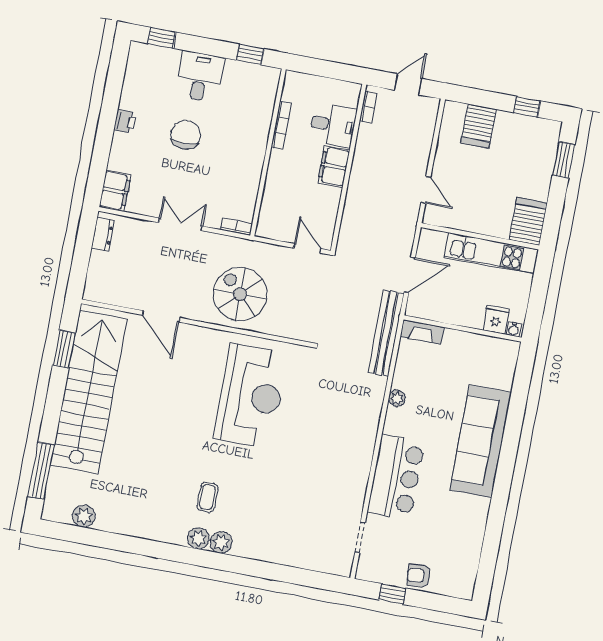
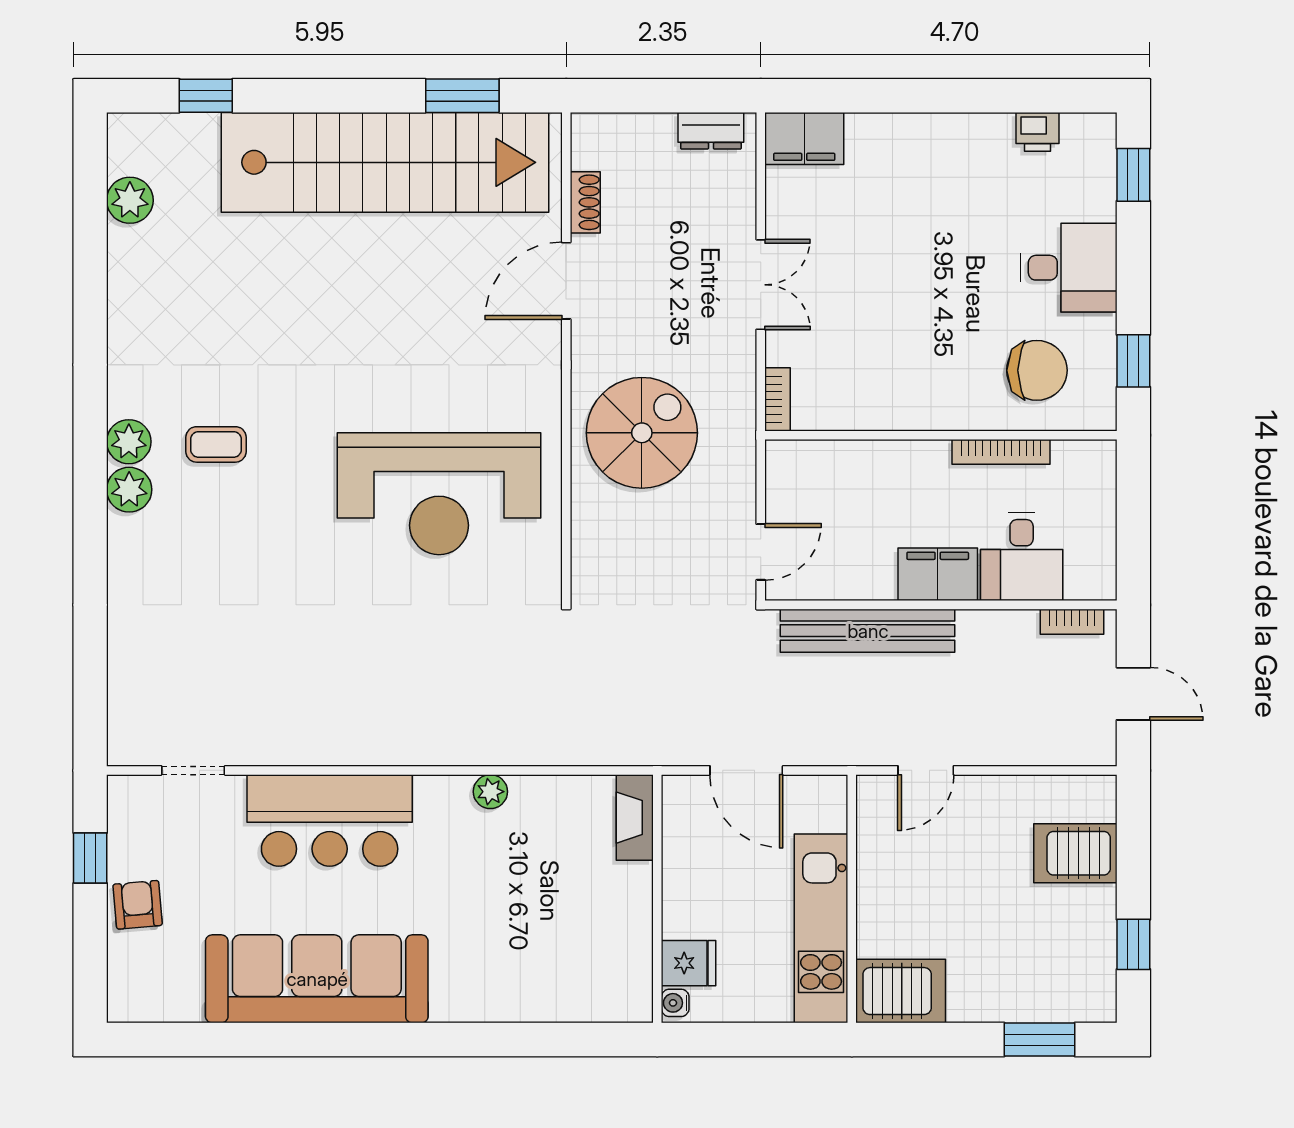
printer: (125, 121) -> (1038, 132), moved
chair: (186, 135) -> (1037, 370), moved
shoe rack: (126, 300) -> (585, 202), added
bench: (386, 333) -> (868, 631), moved
sofa: (481, 441) -> (317, 979), moved
window: (41, 471) -> (206, 96), width x0.46

